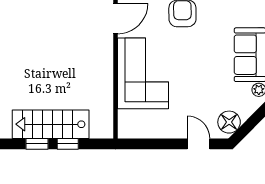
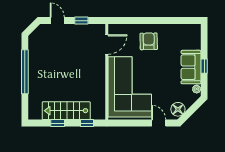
corner sofa: (143, 73) -> (130, 87), width x1.36, depth x1.36
window: (68, 144) -> (87, 123), moved

